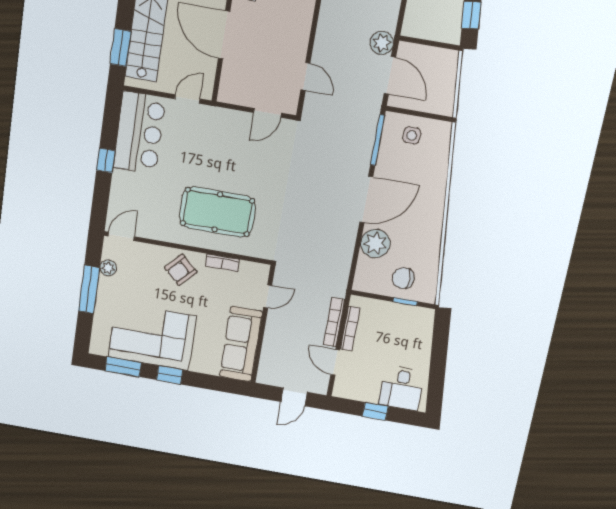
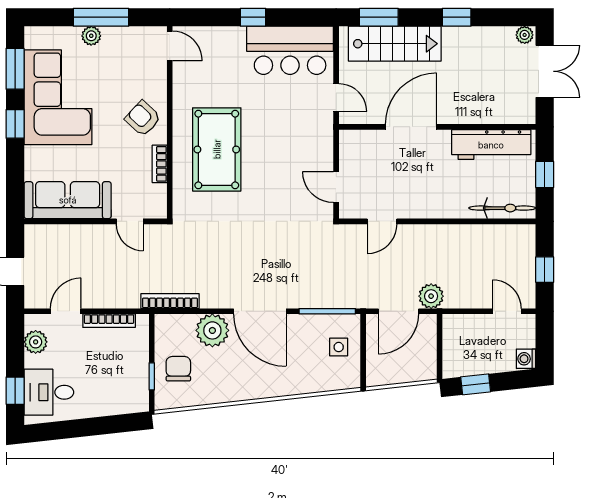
plant: (108, 268) -> (91, 36), moved
bookcase: (334, 322) -> (170, 301), moved
plant: (357, 391) -> (36, 342), added
window: (375, 411) -> (15, 391), moved

